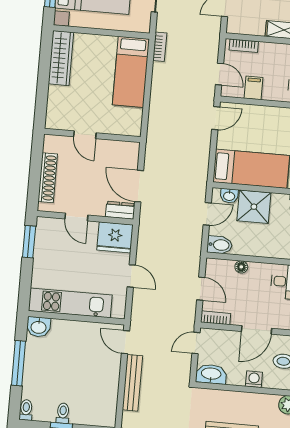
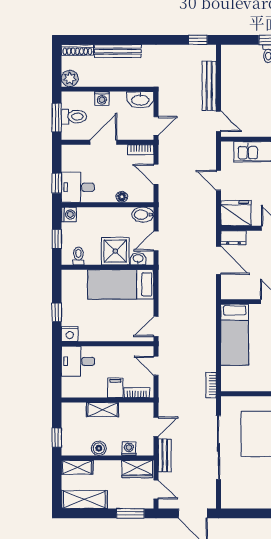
bed: (131, 72) -> (235, 335), moved, turned 180
filing cabinet: (254, 88) -> (115, 388), moved, turned 180

